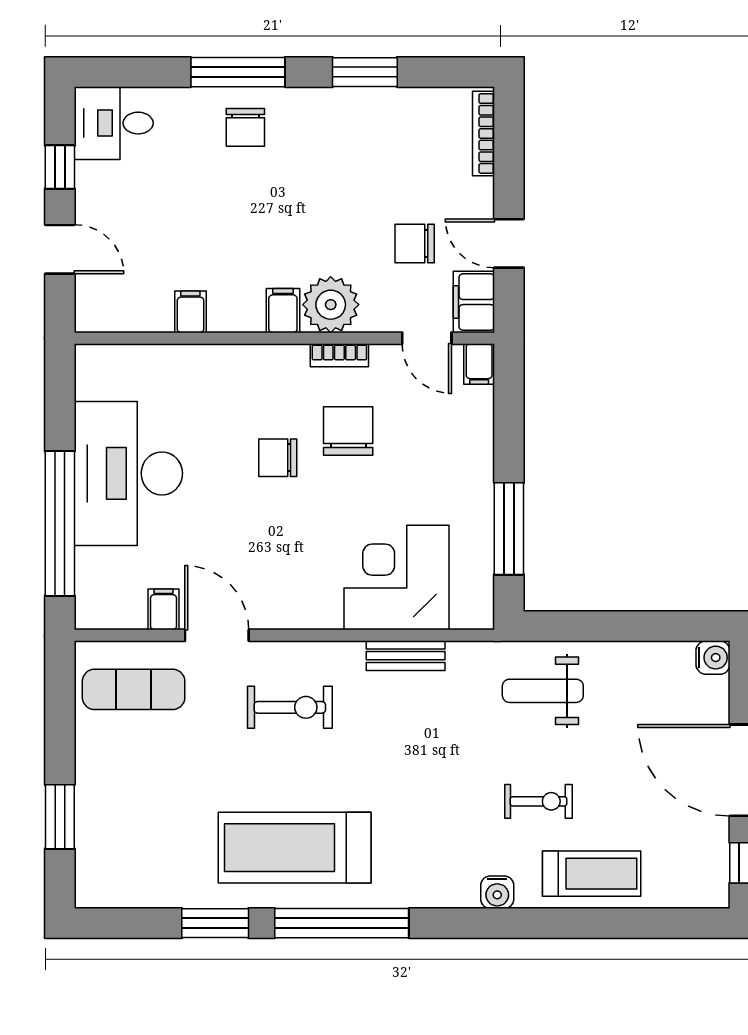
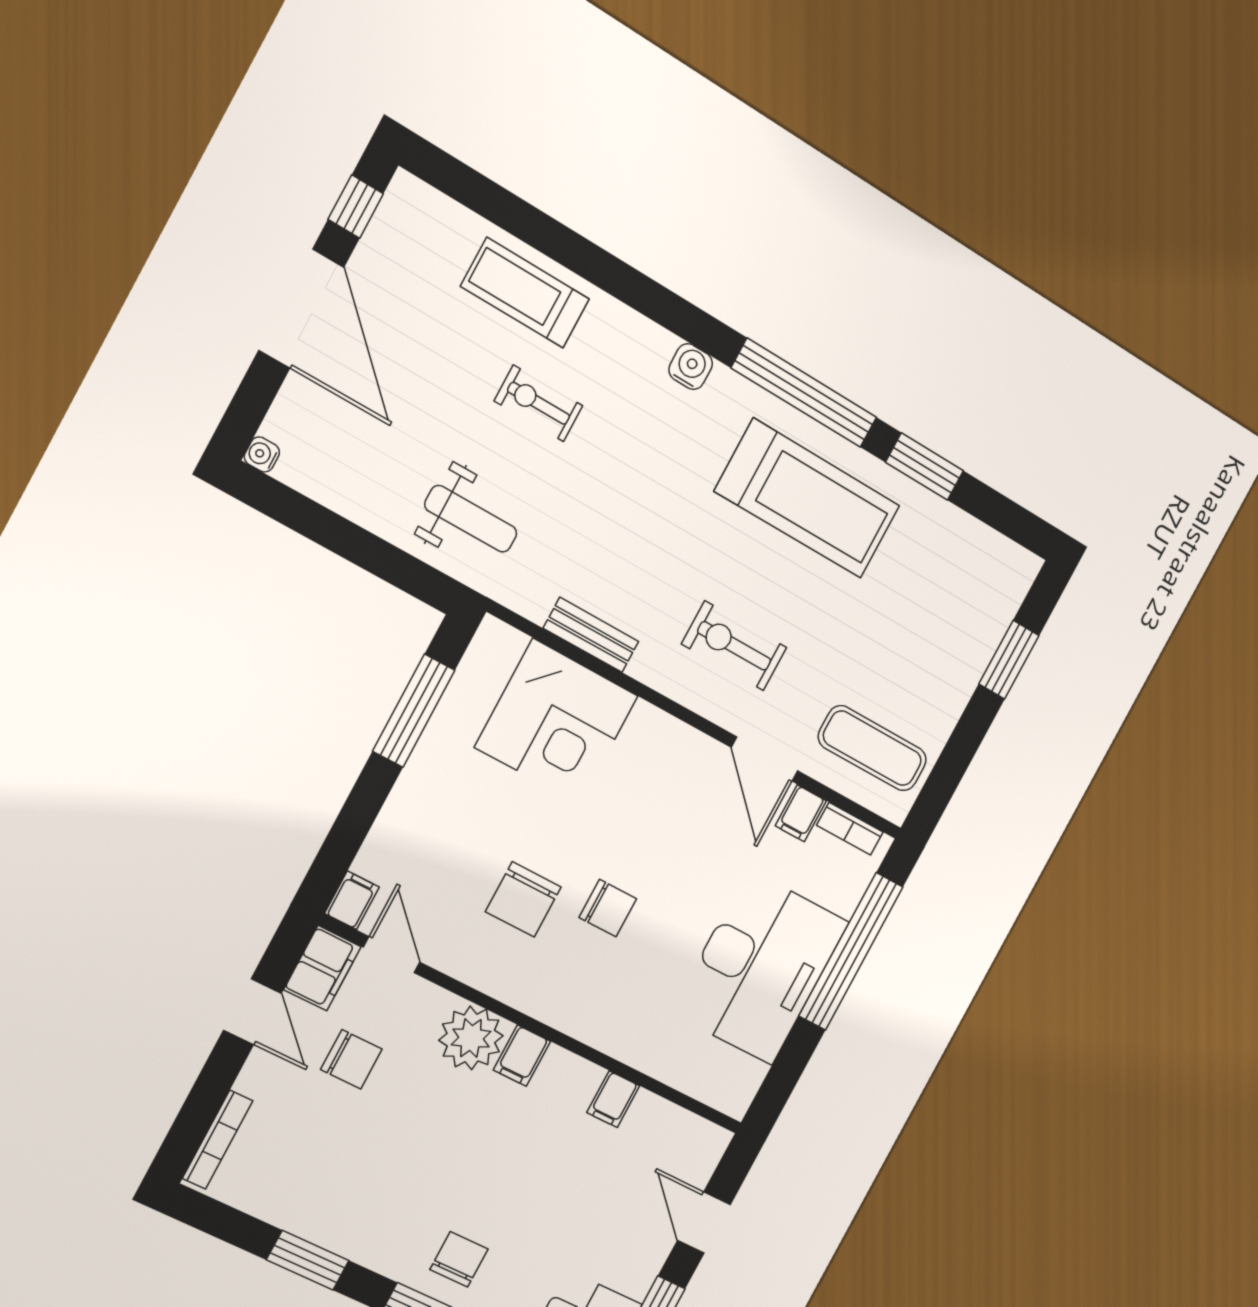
bookcase: (339, 355) -> (850, 829), moved, turned 180
water cooler: (713, 658) -> (262, 454), width x0.72, depth x0.72
water cooler: (497, 892) -> (691, 367), moved

